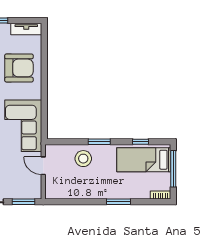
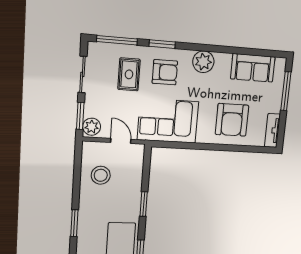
stool: (83, 159) -> (101, 175), moved
door: (43, 166) -> (121, 141), hinge flipped
plant: (32, 192) -> (92, 127), added

